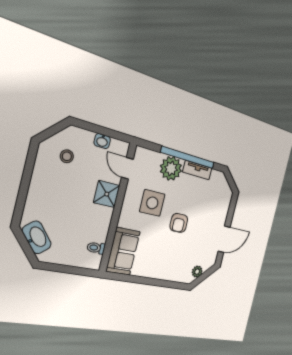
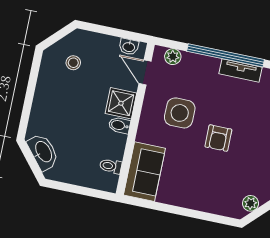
washbasin: (102, 141) -> (129, 47), moved
plant: (171, 168) -> (173, 57), moved, width x0.53, depth x0.53
bidet: (105, 213) -> (119, 125), added

